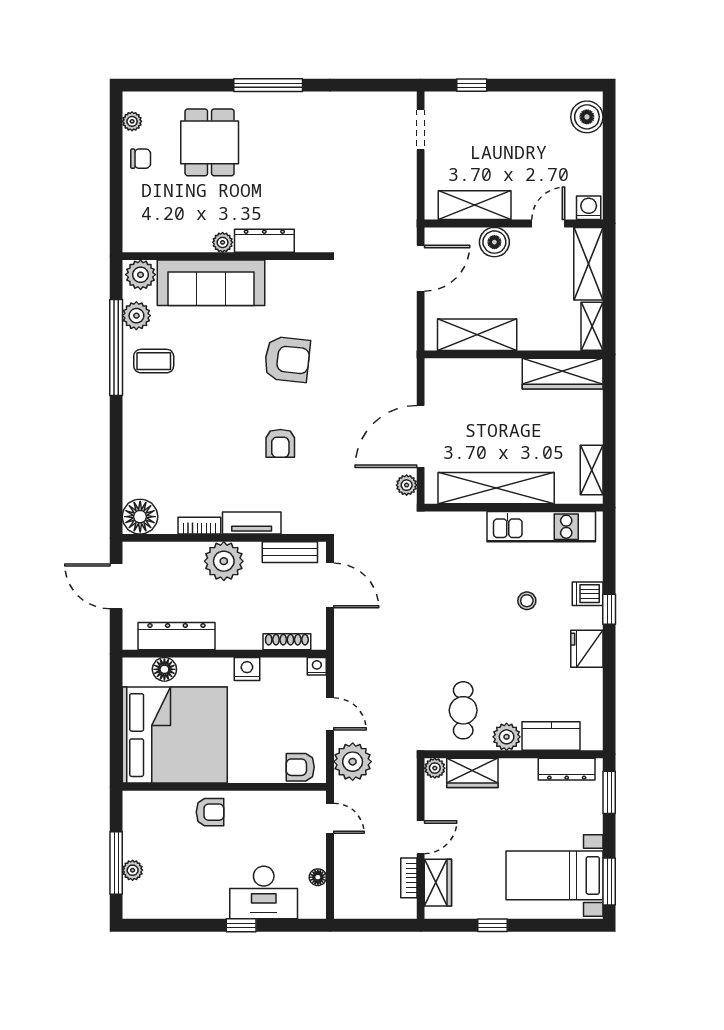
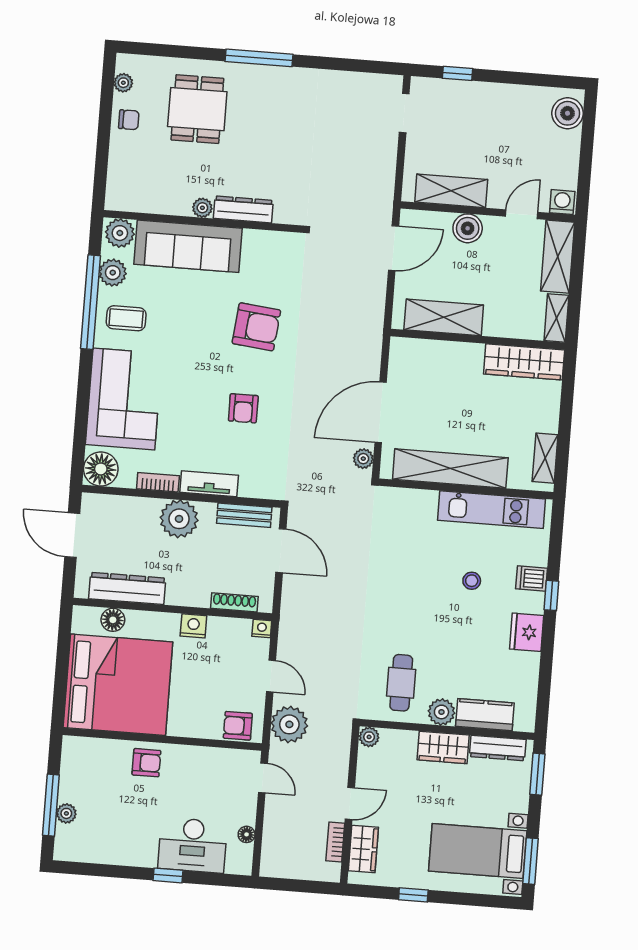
corner sofa: (158, 443) -> (124, 399), added
wardrobe: (472, 773) -> (443, 747), moved

